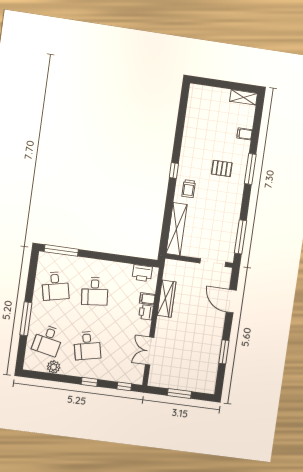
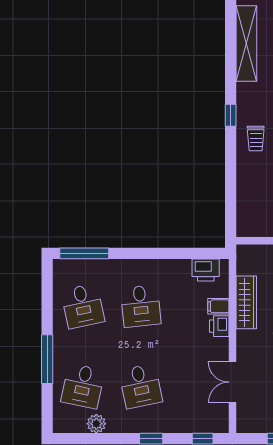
shelving: (176, 229) -> (246, 43), moved

